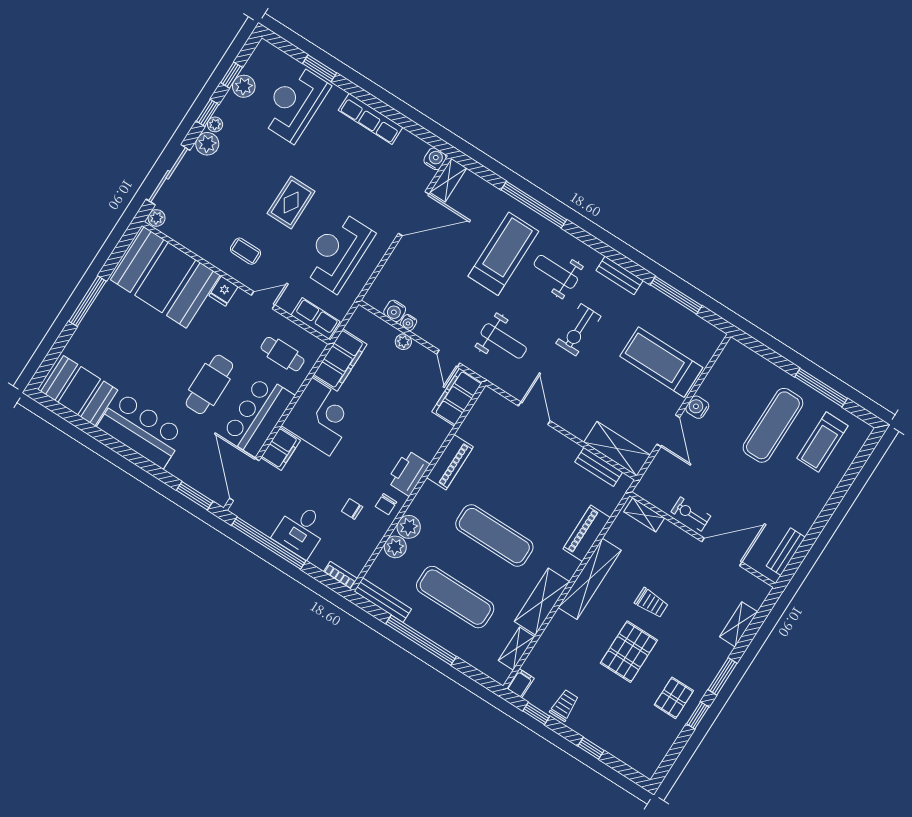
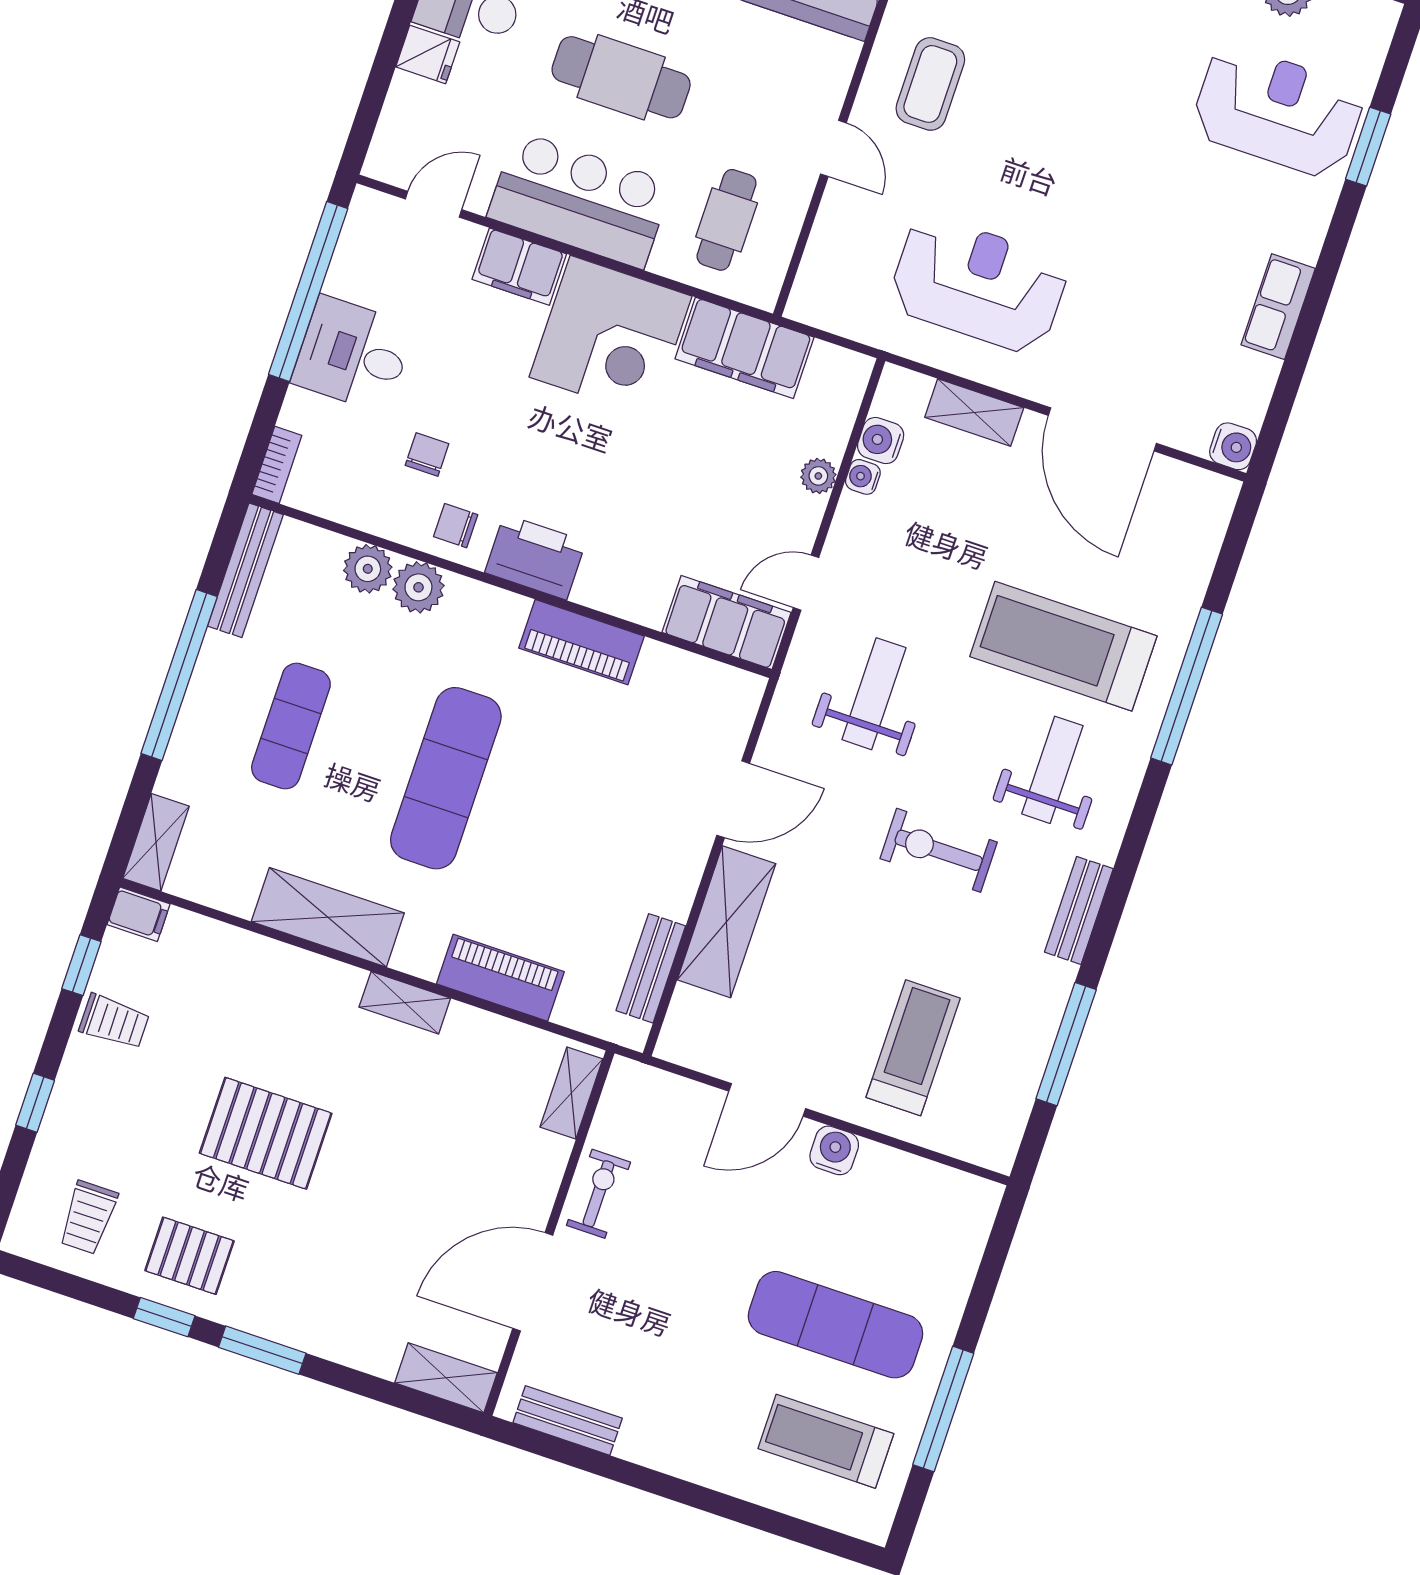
row of seats: (371, 119) -> (1278, 307), width x0.68
shelving: (448, 180) -> (974, 413), moved
rug: (291, 202) -> (1061, 157), removed
coffee table: (246, 251) -> (930, 84), width x1.36, depth x1.30
treadmill: (503, 254) -> (1063, 646), turned 180
fridge: (223, 291) -> (428, 54), moved, turned 180
row of seats: (315, 318) -> (822, 272), removed
weight bench: (504, 341) -> (874, 694), turned 180
treadmill: (661, 362) -> (913, 1048), width x0.73, depth x0.73
shelving: (617, 449) -> (726, 922), moved
door: (244, 479) -> (433, 204), width x0.53
window: (195, 496) -> (371, 105), removed
door: (722, 552) -> (533, 1282), swing flipped
shelving: (590, 579) -> (405, 1003), width x0.45, depth x0.75
exercise mat: (455, 597) -> (291, 726), width x0.73, depth x0.69
trolley: (651, 603) -> (88, 1218), moved
shelving: (739, 624) -> (446, 1378), moved
shelving: (516, 649) -> (156, 842), moved, turned 90

